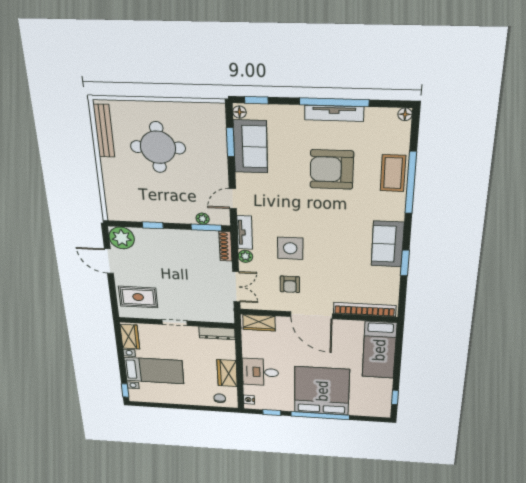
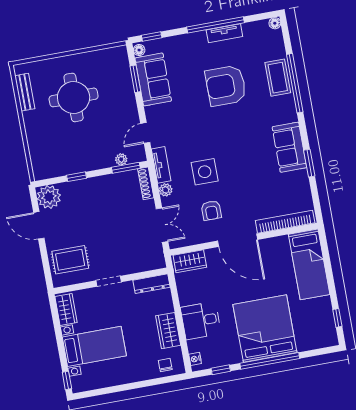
tv unit: (334, 113) -> (224, 33), width x0.71
bench: (104, 131) -> (25, 92), width x0.73

